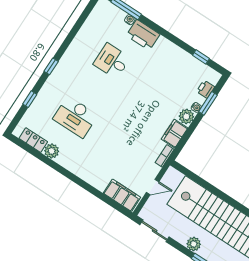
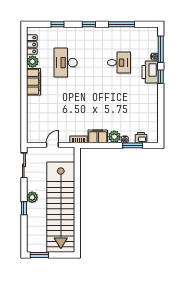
window: (73, 32) -> (122, 24), added
window: (201, 57) -> (161, 77), moved
desk: (112, 61) -> (119, 63), turned 90
door: (153, 187) -> (52, 145), swing flipped
filing cabinet: (122, 195) -> (34, 82), moved

